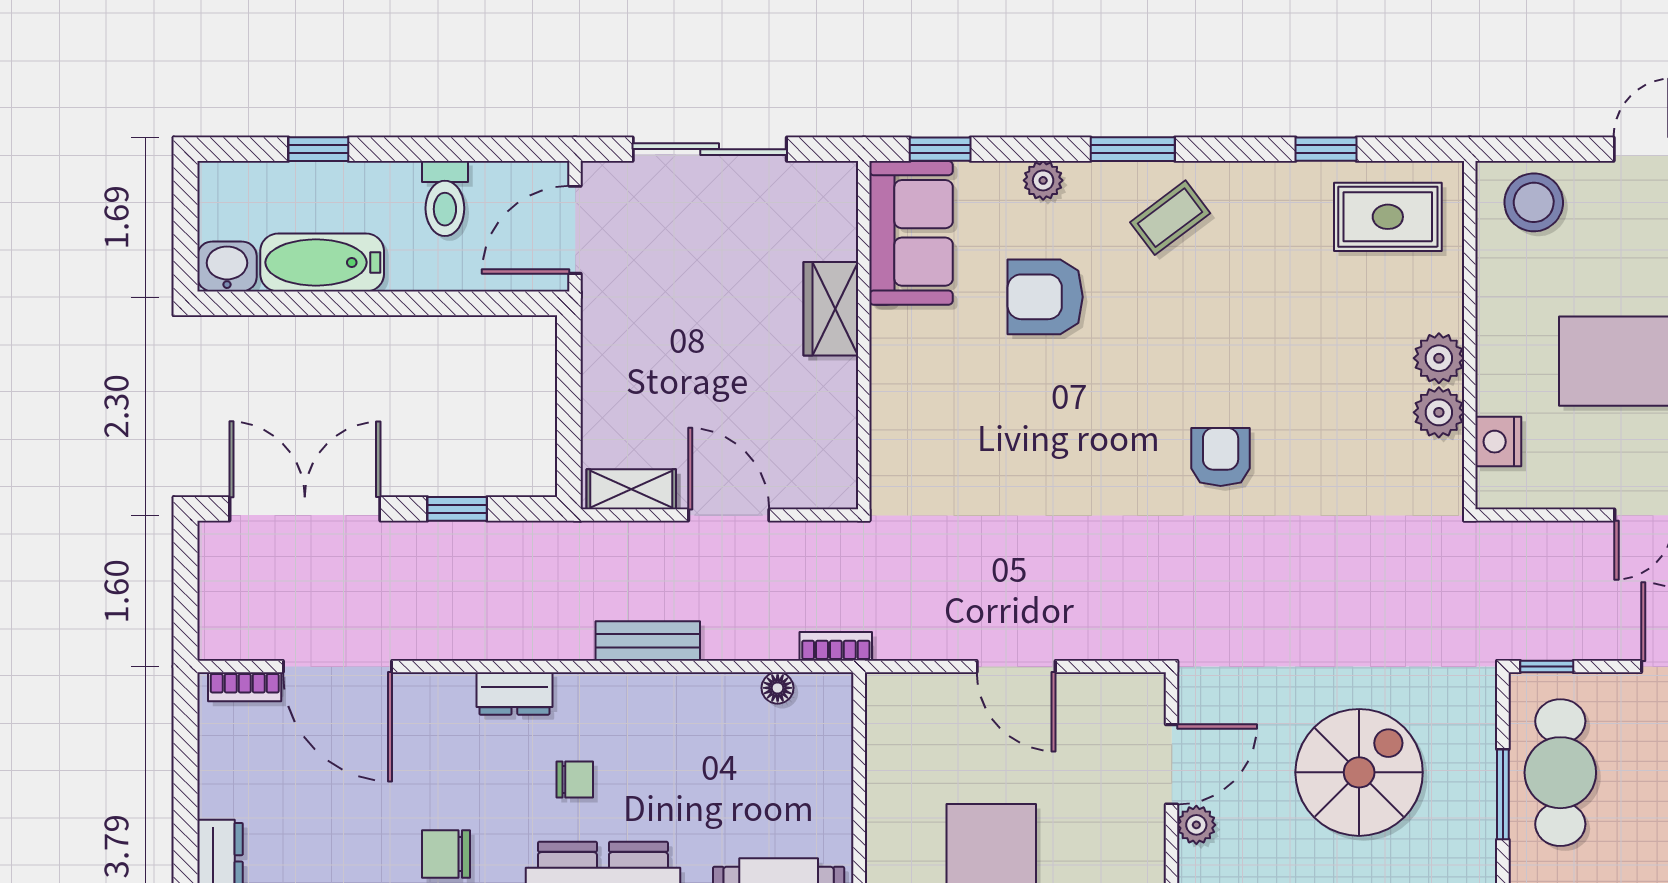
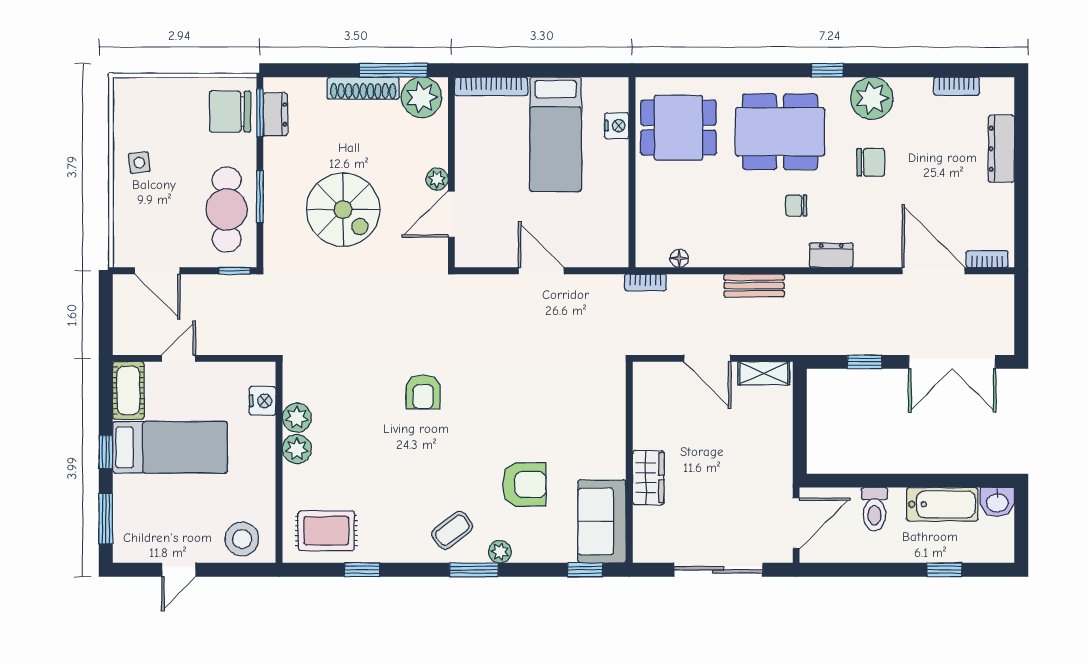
plant: (1043, 180) -> (500, 552), moved
toilet: (445, 199) -> (874, 509), moved, turned 180
spiral stairs: (1359, 772) -> (343, 210), turned -90

